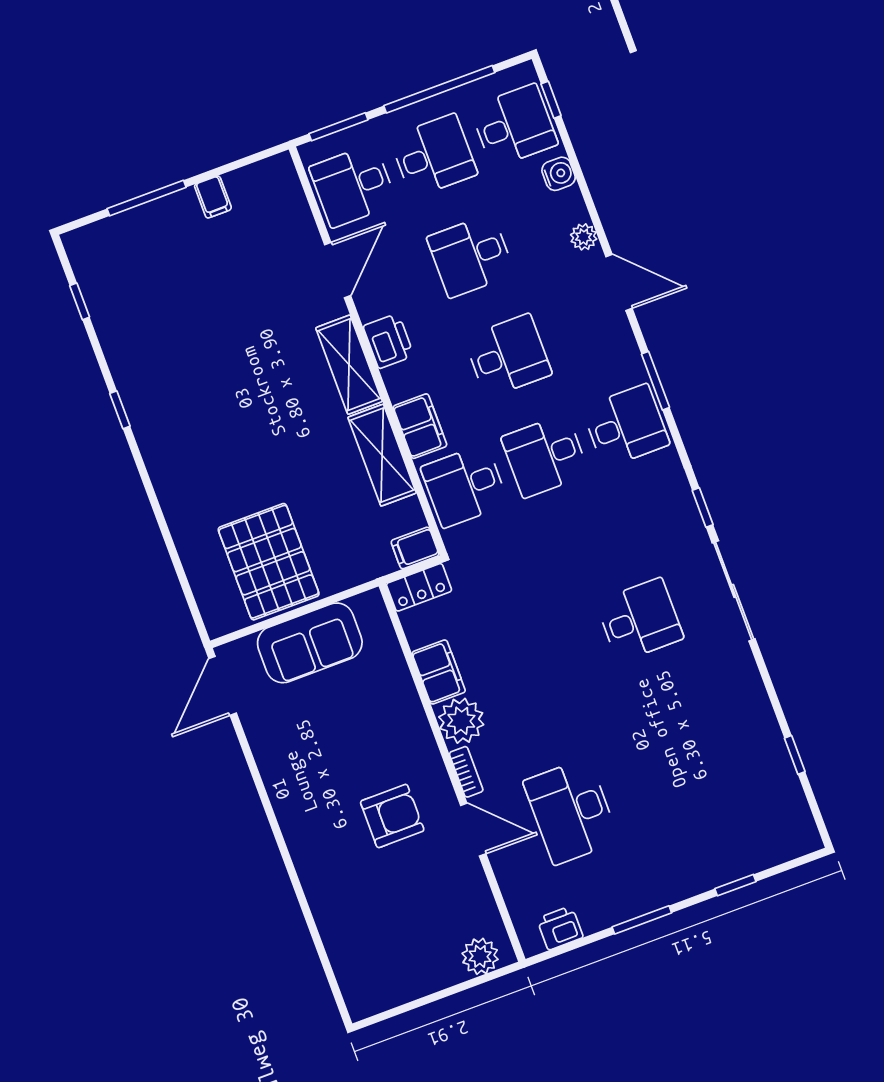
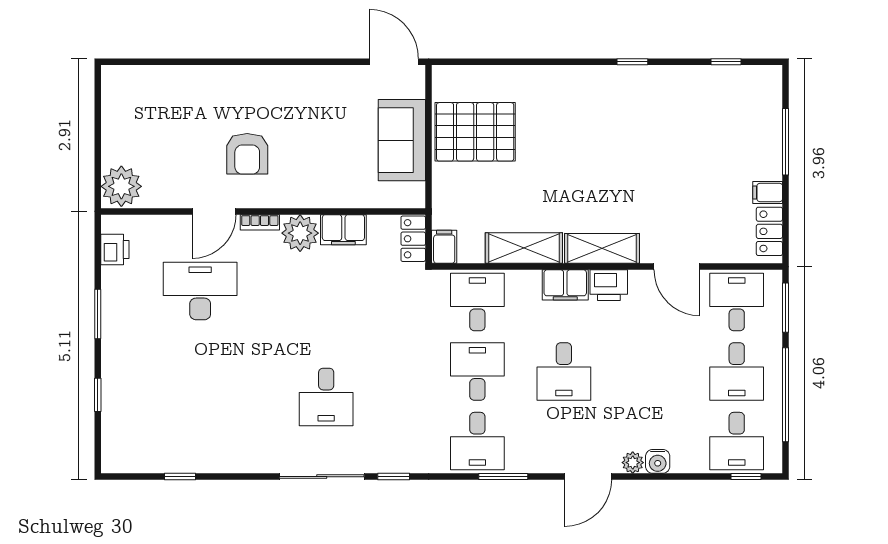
water cooler: (559, 174) -> (658, 461), moved
locker: (257, 178) -> (769, 231), added
desk: (471, 256) -> (650, 372), removed
filing cabinet: (420, 426) -> (565, 285), moved
plant: (480, 956) -> (121, 186), width x1.36, depth x1.36

